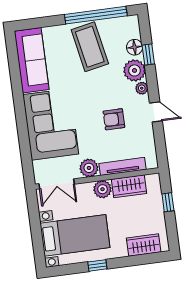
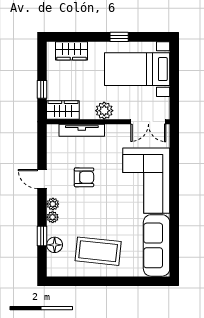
window: (96, 15) -> (88, 281), removed
coffee table: (90, 47) -> (98, 251), turned -73
plant: (134, 70) -> (53, 217), width x0.53, depth x0.53
plant: (89, 168) -> (115, 133), removed
double door: (57, 184) -> (148, 122), swing flipped
wardrobe: (129, 186) -> (63, 110), moved

